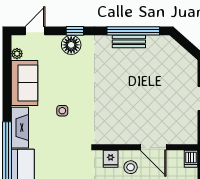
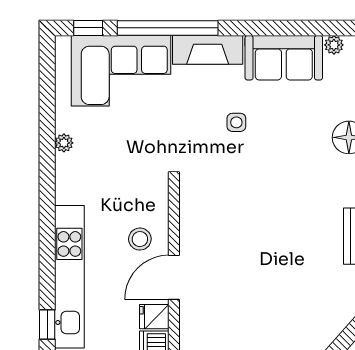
fridge: (111, 159) -> (154, 317), moved

